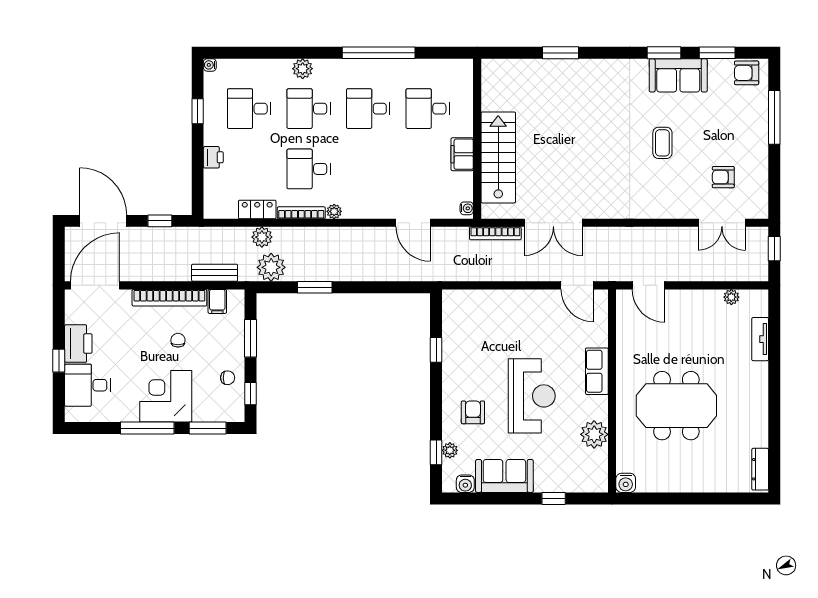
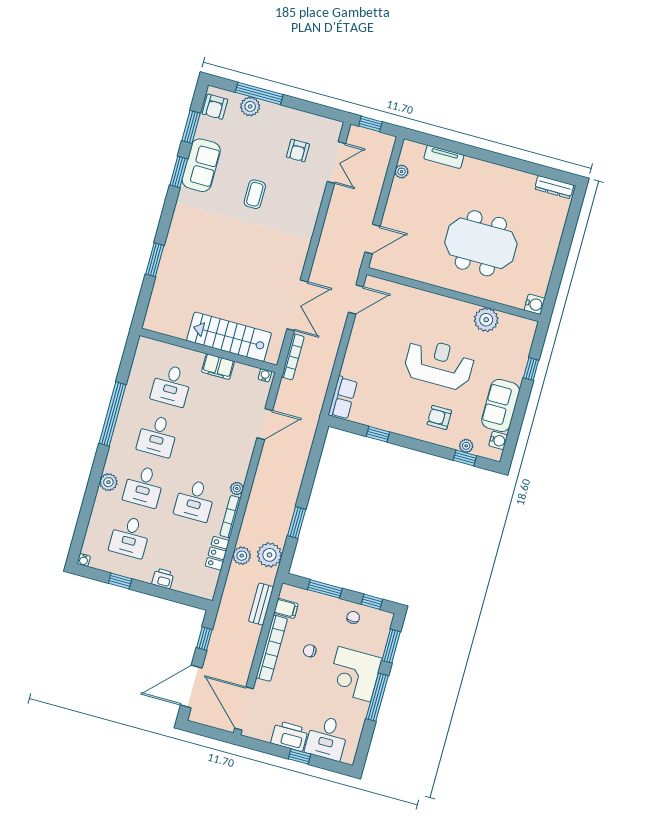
plant: (757, 111) -> (250, 106), added
coffee table: (662, 143) -> (255, 194), turned 90
row of seats: (597, 371) -> (343, 398), moved, turned -90
meeting table: (676, 406) -> (481, 243), turned 90

